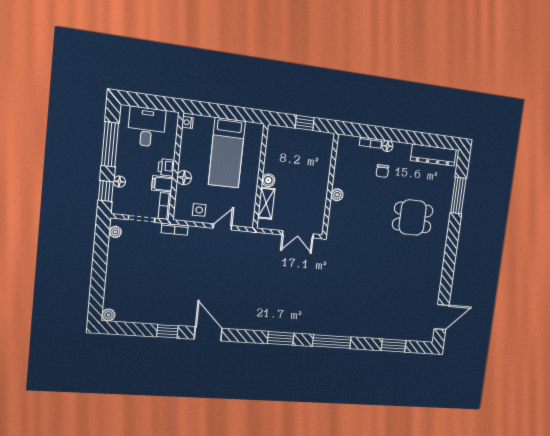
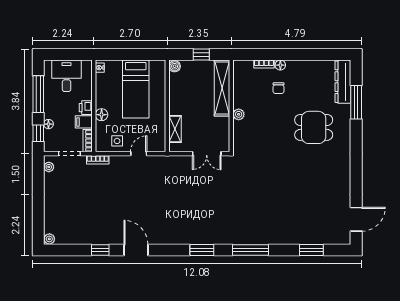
dresser: (433, 155) -> (343, 82), moved, turned 90
shelving: (323, 163) -> (222, 88), added
boiler: (268, 180) -> (175, 66), moved

